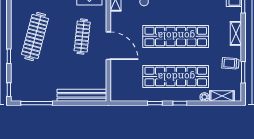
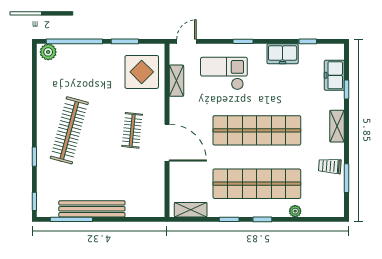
clothes rail: (82, 36) -> (132, 130), width x0.73
bench: (82, 95) -> (92, 209), moved
shelving: (222, 96) -> (191, 210), moved

